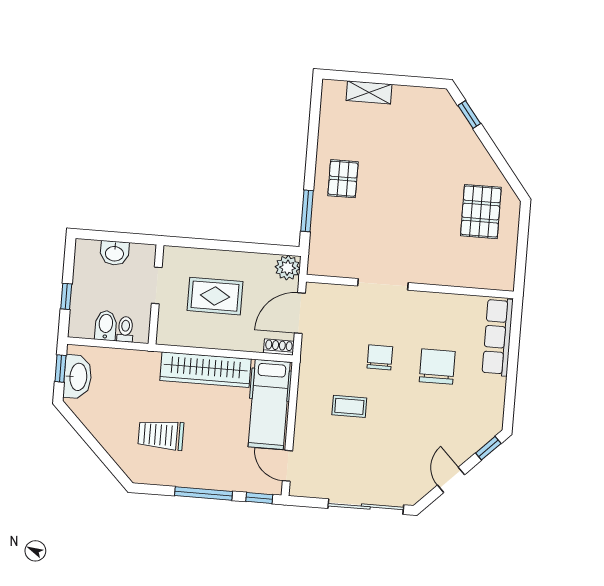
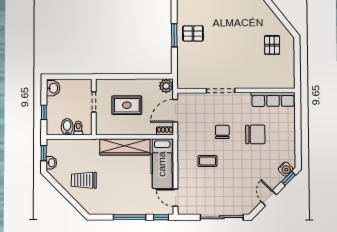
pallet: (343, 179) -> (193, 33), turned 90
window: (307, 211) -> (174, 35), moved
pallet: (481, 212) -> (272, 45), width x0.67, depth x0.71
washbasin: (114, 253) -> (53, 88), moved, turned -90
row of seats: (498, 337) -> (273, 99), moved, turned -90
chair: (437, 367) -> (255, 134), turned 90
washbasin: (78, 377) -> (51, 163), width x0.52, depth x0.69
water cooler: (485, 432) -> (286, 169), added
trolley: (161, 435) -> (84, 180), moved

